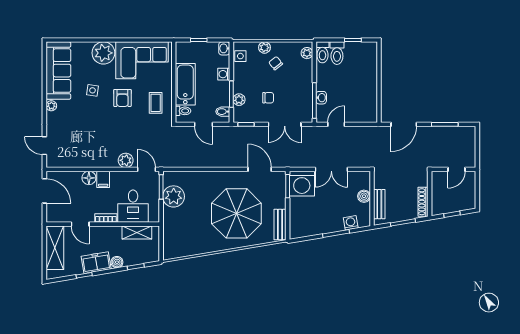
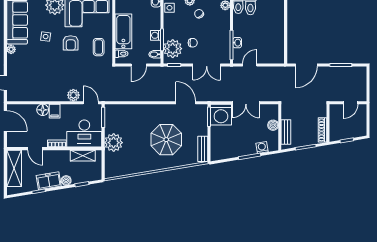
washing machine: (224, 74) -> (156, 35), moved
plant: (239, 100) -> (173, 49), width x1.88, depth x1.88
door: (204, 124) -> (139, 65), hinge flipped
plant: (174, 196) -> (114, 143), moved
desk: (133, 206) -> (84, 134), width x1.37
parasol: (236, 213) -> (166, 140), width x0.73, depth x0.73

